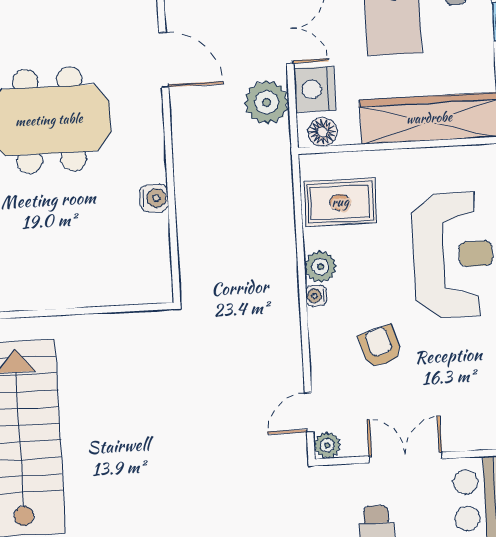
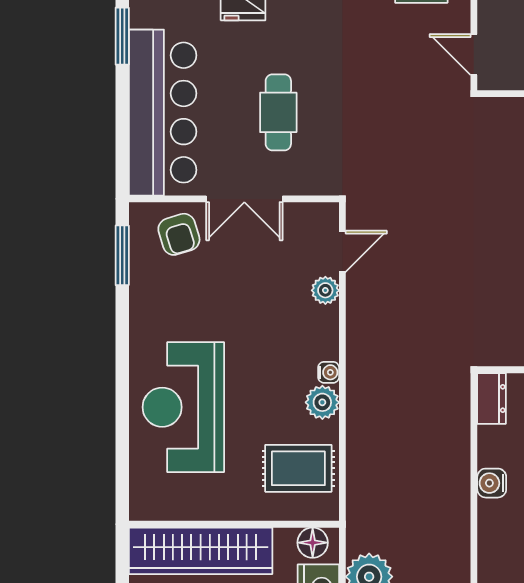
dresser: (159, 279) -> (492, 399), added
armchair: (380, 346) -> (179, 234), moved
plant: (327, 445) -> (325, 290), moved

